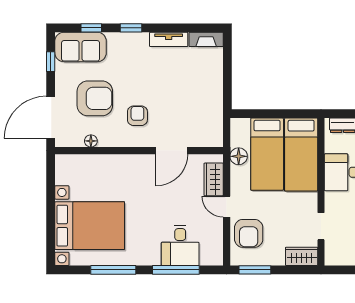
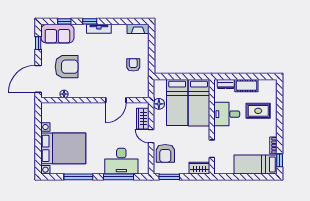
tv unit: (169, 39) -> (99, 29), moved
armchair: (137, 116) -> (133, 65), moved
desk: (180, 245) -> (121, 161), width x1.37

